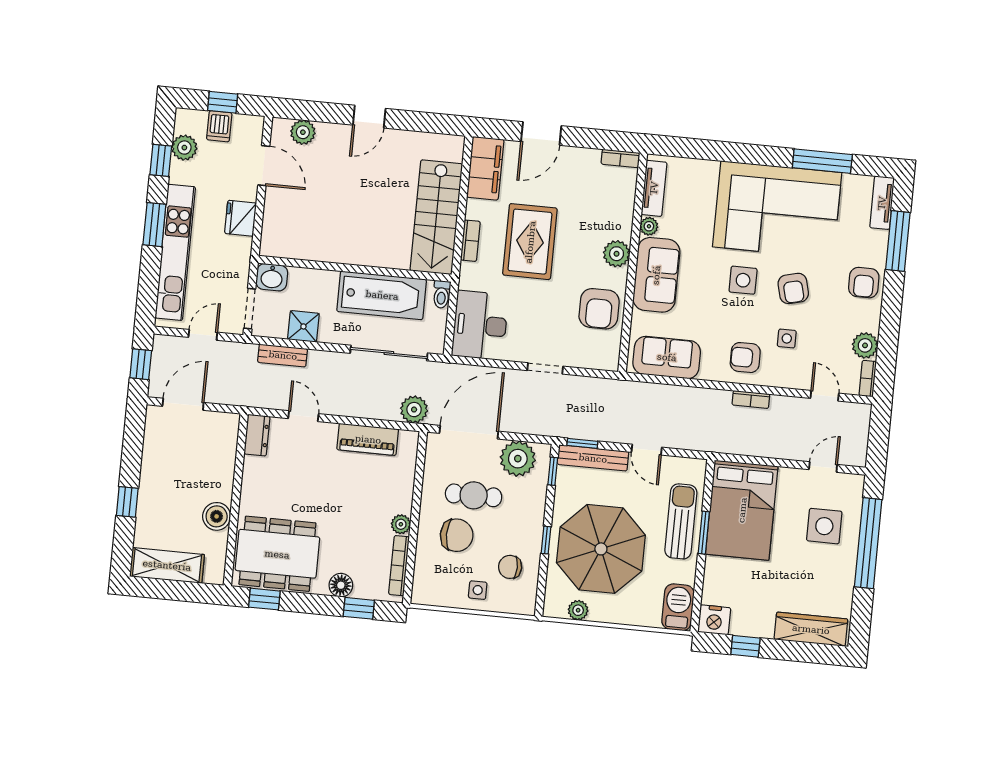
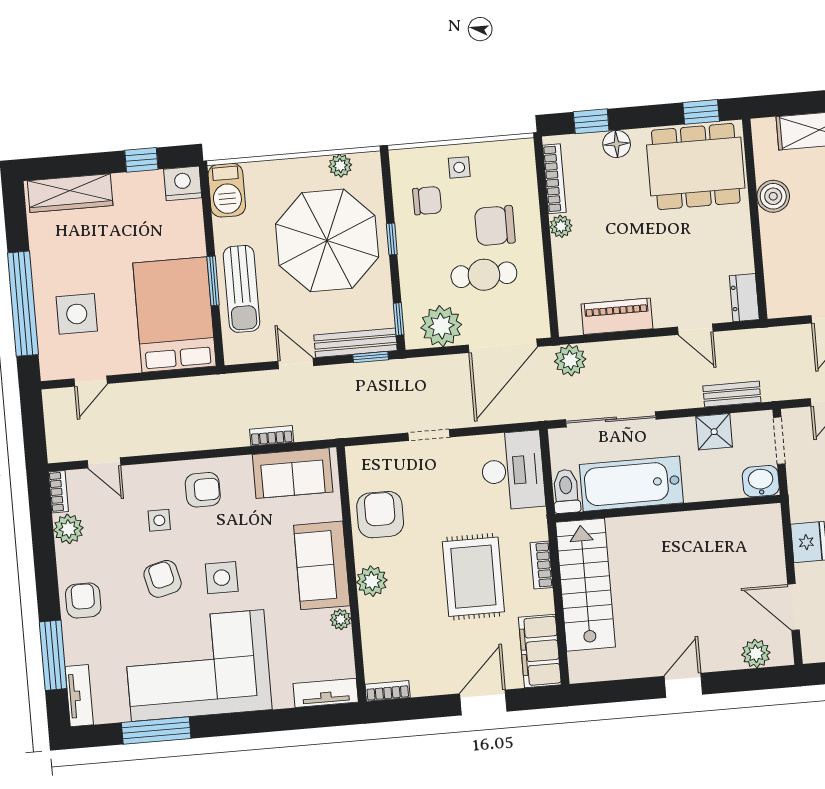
tv unit: (654, 188) -> (326, 693), moved, turned 90
toilet: (442, 294) -> (566, 491), width x1.37, depth x1.39
bookcase: (751, 399) -> (272, 436), moved

